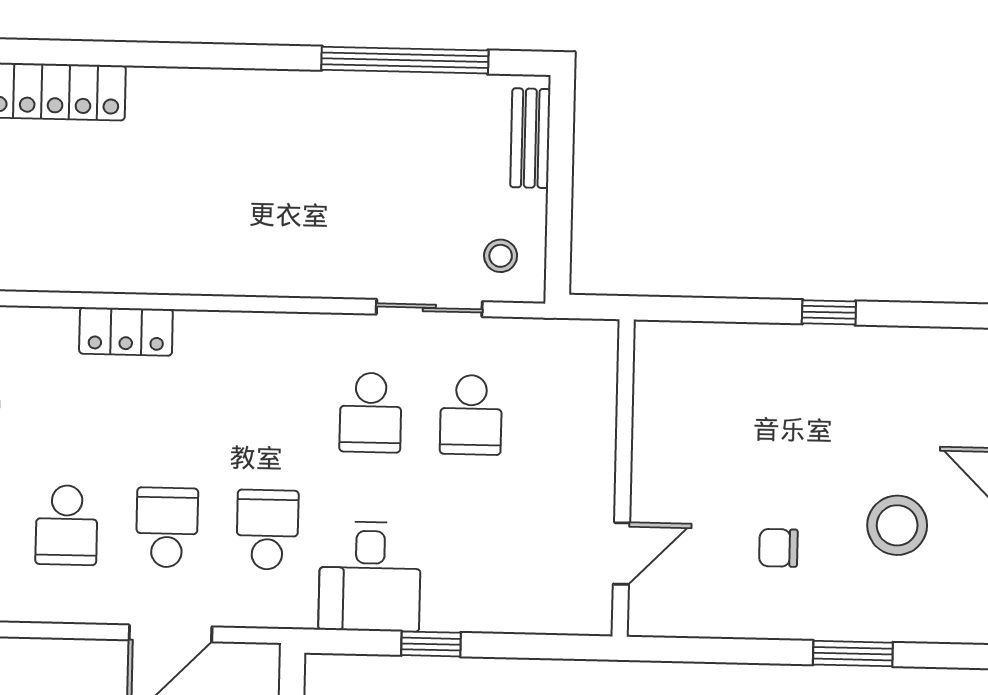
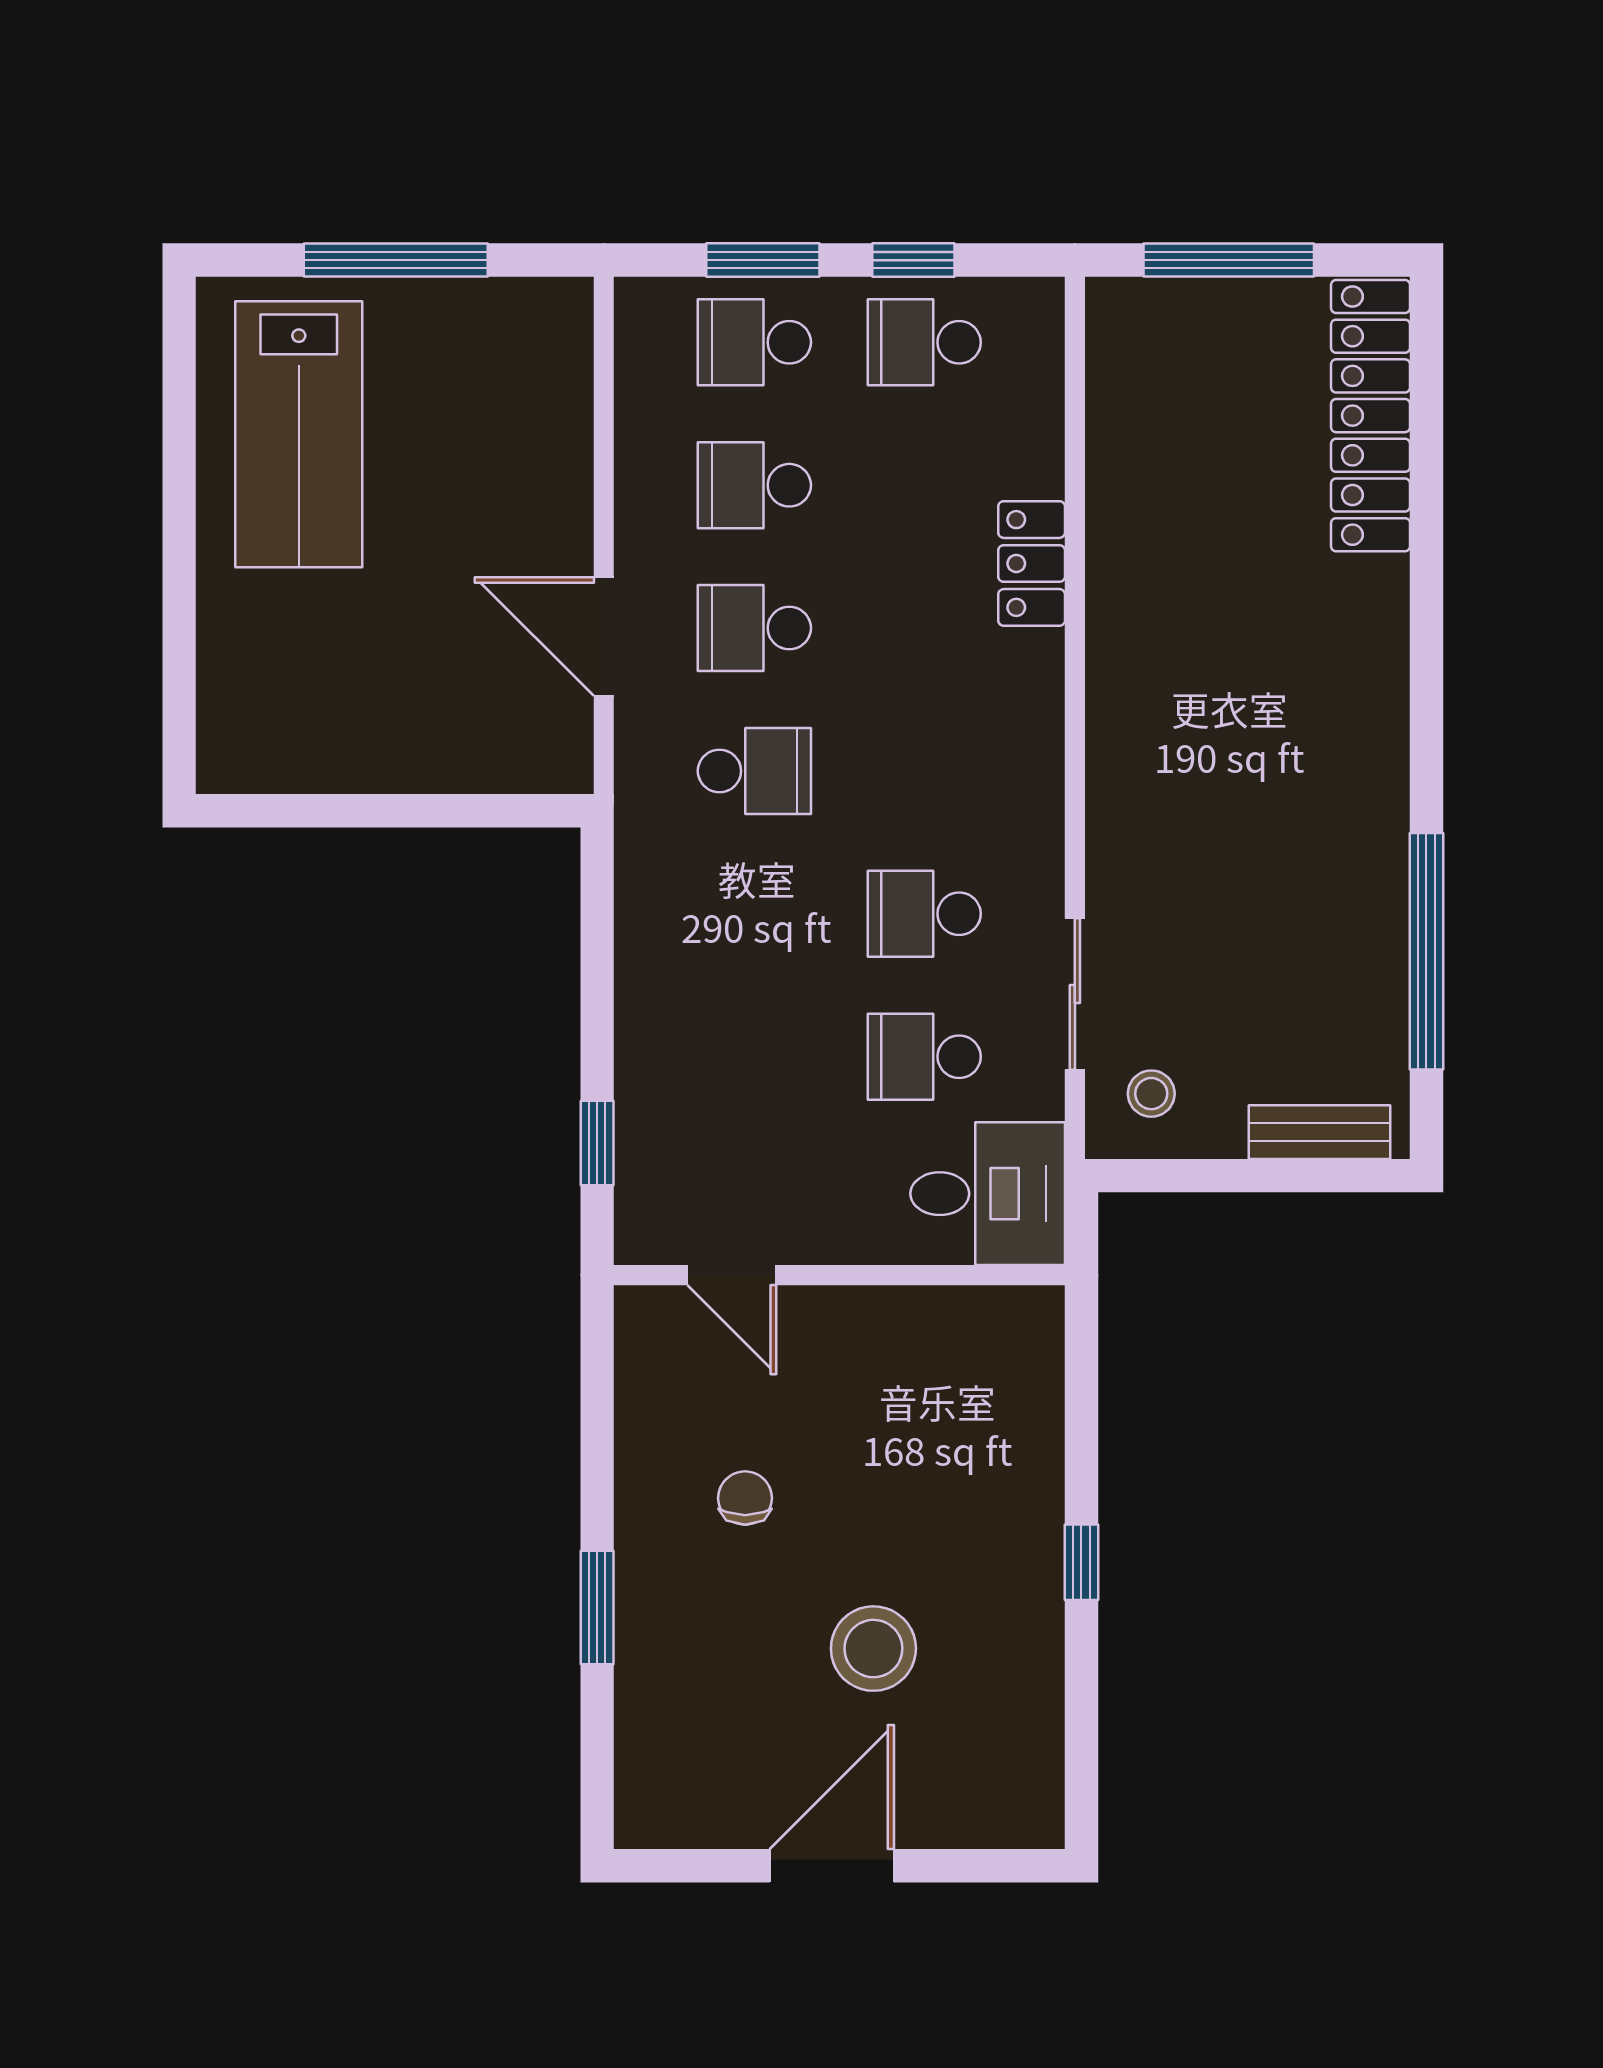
stool: (897, 525) -> (873, 1649), moved
school desk: (167, 527) -> (754, 628), turned 180
desk: (370, 577) -> (988, 1194), moved, turned 180
window: (431, 644) -> (597, 1143), moved

